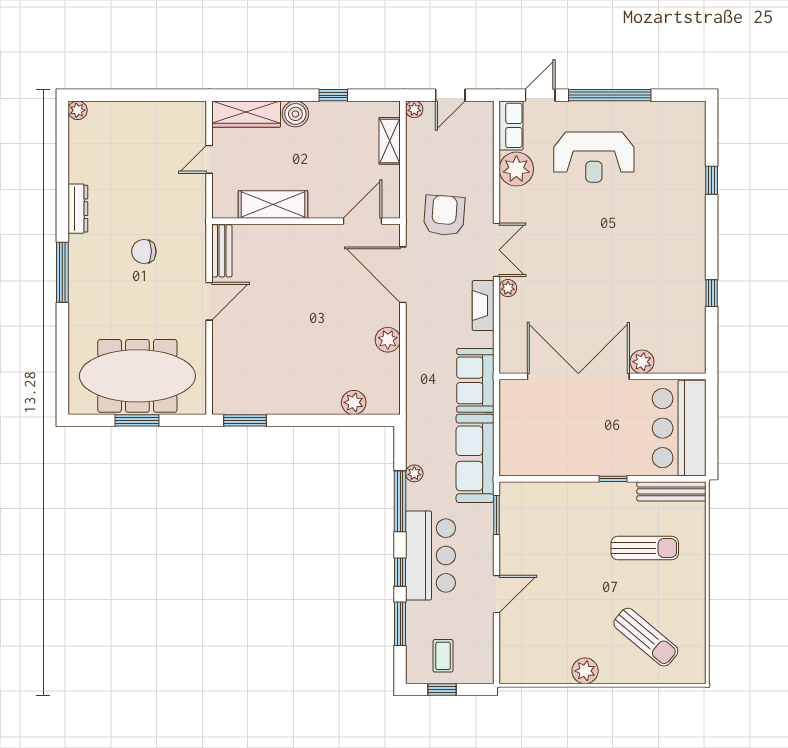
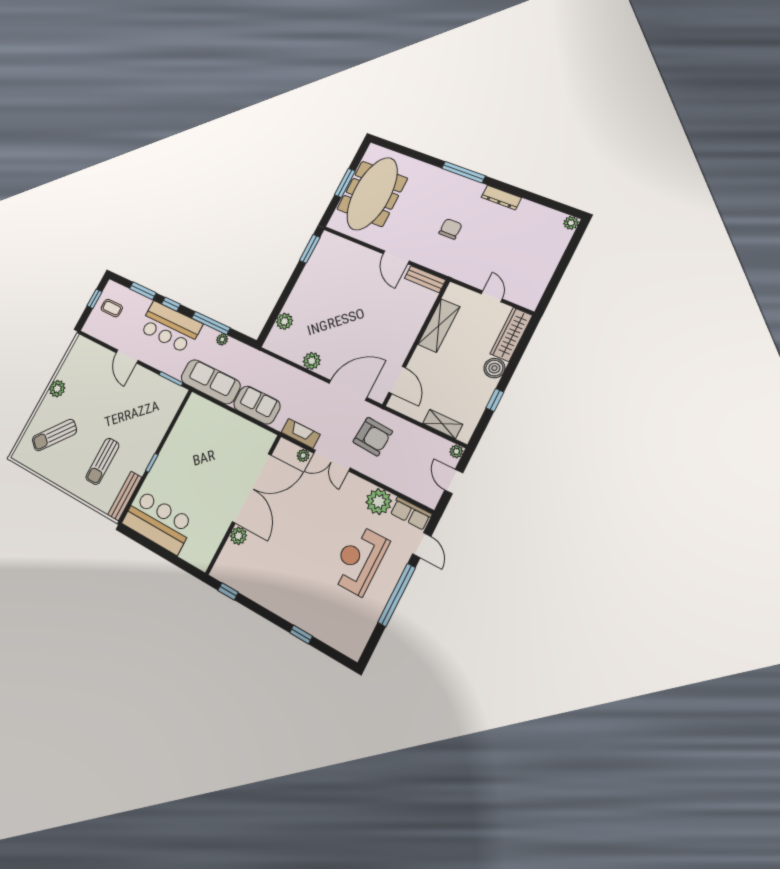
plant: (642, 362) -> (238, 536), moved
double door: (578, 376) -> (252, 488), moved
wall: (603, 376) -> (243, 504), moved

